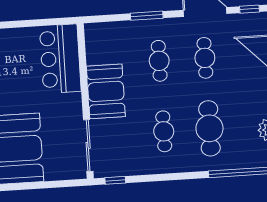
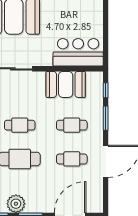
window: (250, 9) -> (106, 90), moved
booth: (106, 91) -> (66, 84), moved

